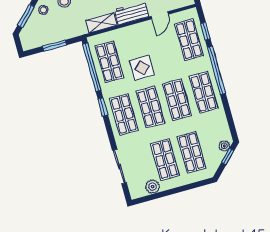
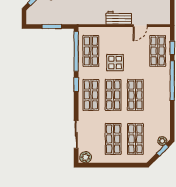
shelving: (101, 23) -> (93, 19), removed
shop shelf: (204, 92) -> (158, 95), removed
plant: (153, 187) -> (86, 157), moved

